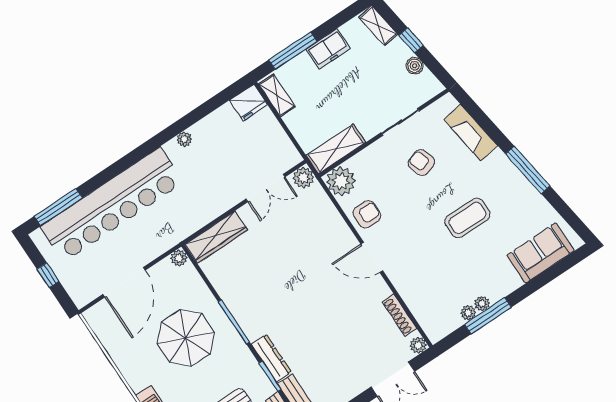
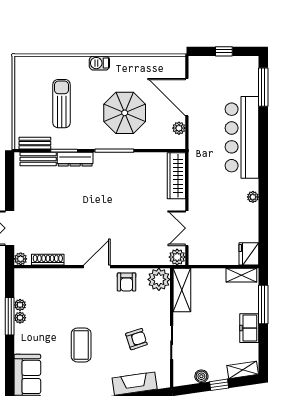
bar counter: (112, 205) -> (242, 137), width x0.73
plant: (179, 258) -> (179, 128), moved

